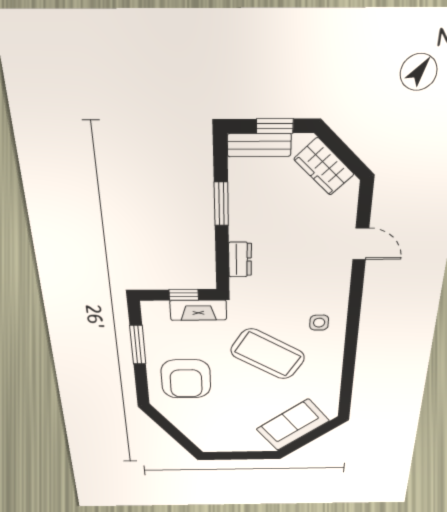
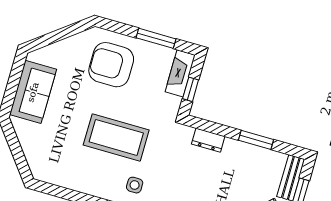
fireplace: (198, 310) -> (180, 73), moved
coffee table: (268, 354) -> (116, 137), turned 59
sofa: (293, 425) -> (33, 92), moved, turned 38

